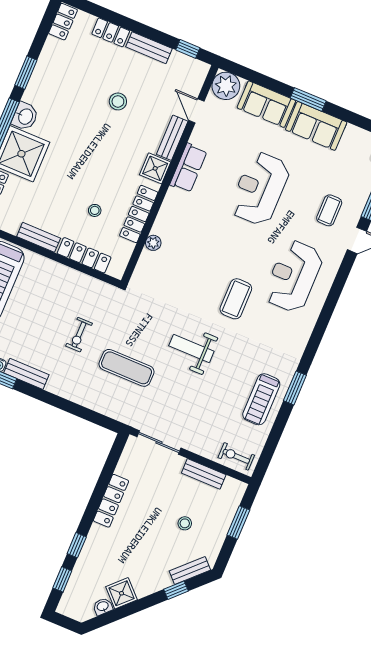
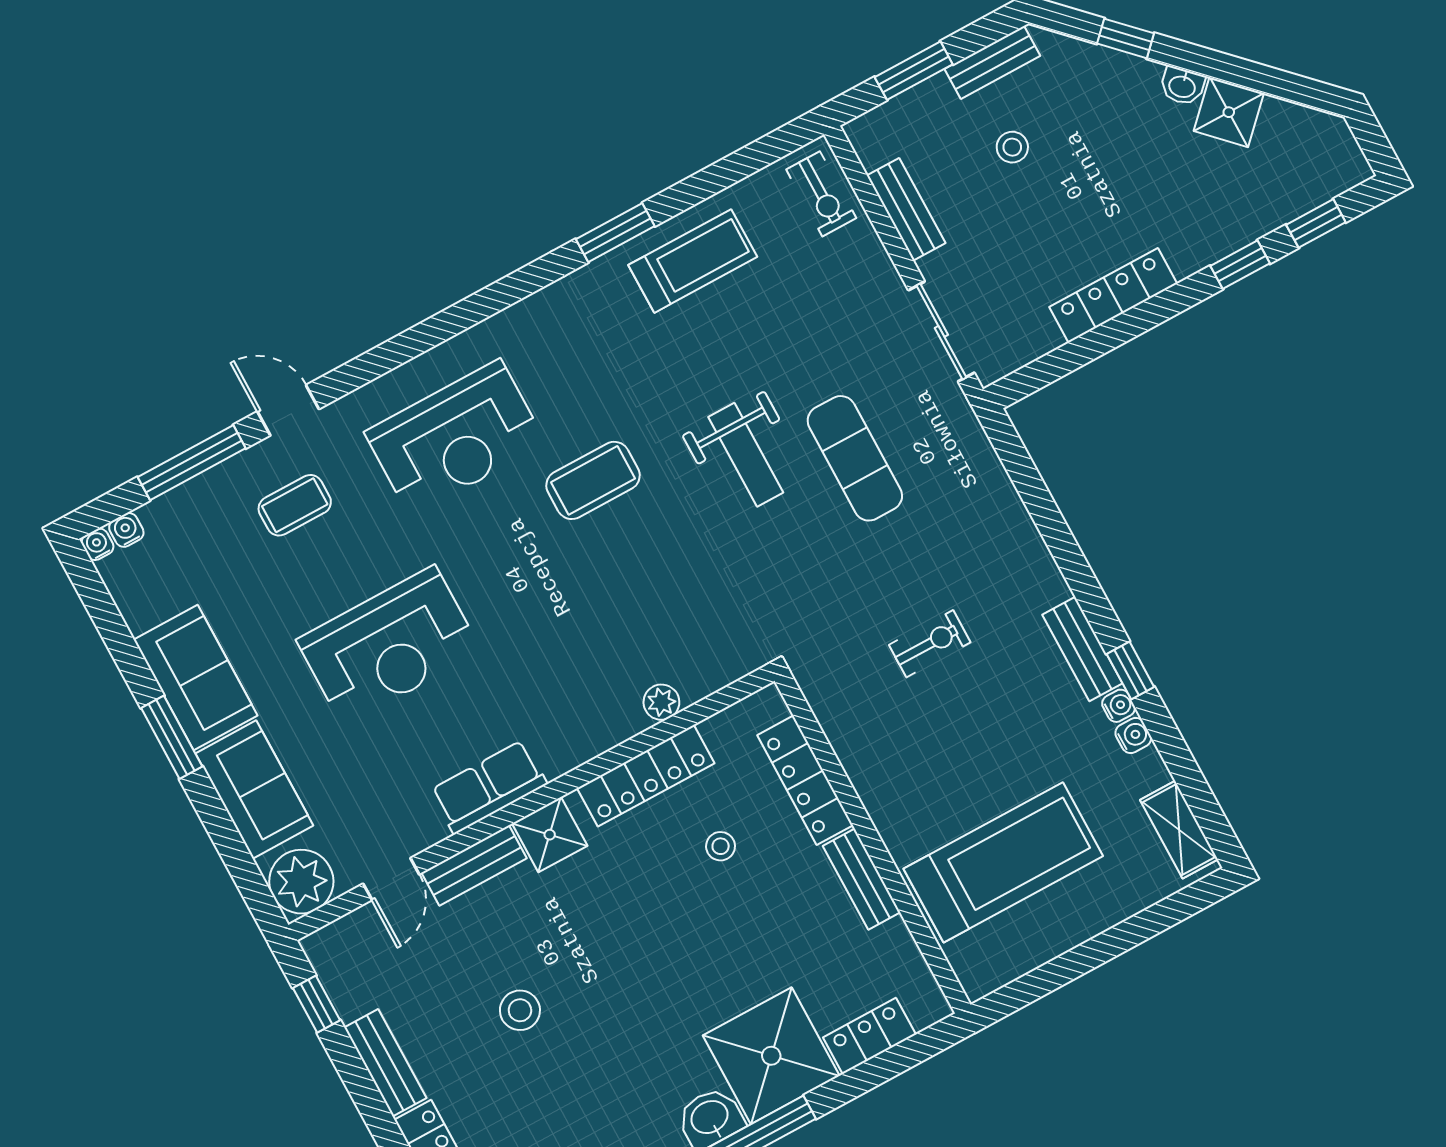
exercise mat: (127, 368) -> (855, 458), moved
bench: (190, 571) -> (992, 62), moved, turned -45
washbasin: (103, 606) -> (1182, 86), moved

